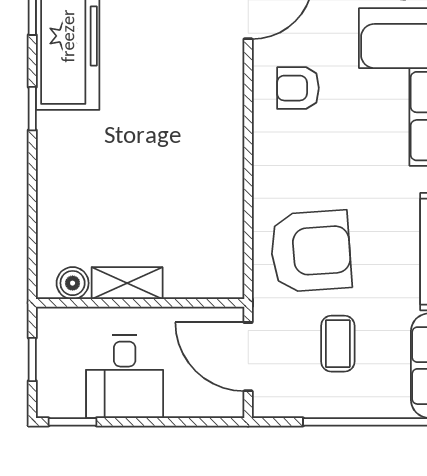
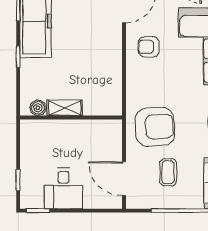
boiler: (73, 283) -> (38, 108), moved
shelving: (127, 283) -> (65, 108), moved
wall: (140, 303) -> (71, 117), moved

